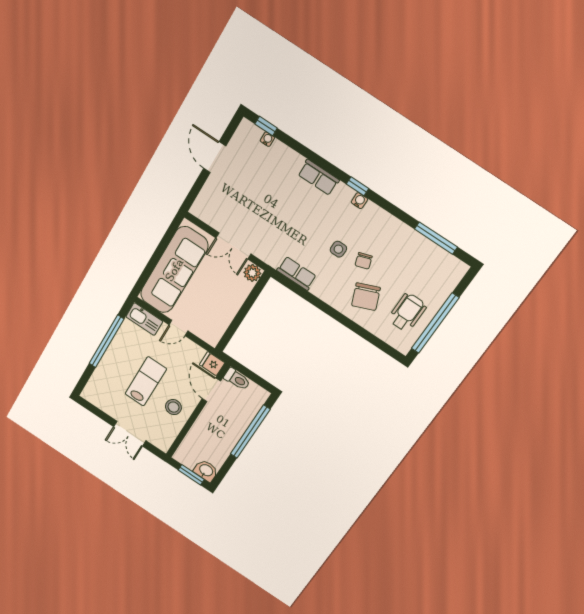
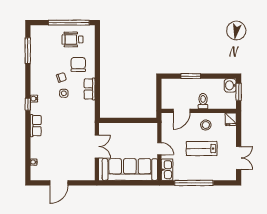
window: (266, 126) -> (28, 167), removed
plant: (252, 273) -> (104, 128), removed
row of seats: (297, 273) -> (90, 89), moved
chair: (366, 297) -> (78, 64), turned -68
fridge: (212, 364) -> (231, 119), moved
toilet: (237, 379) -> (203, 101), moved
window: (250, 432) -> (191, 76), width x0.47
double door: (130, 434) -> (239, 158), moved

